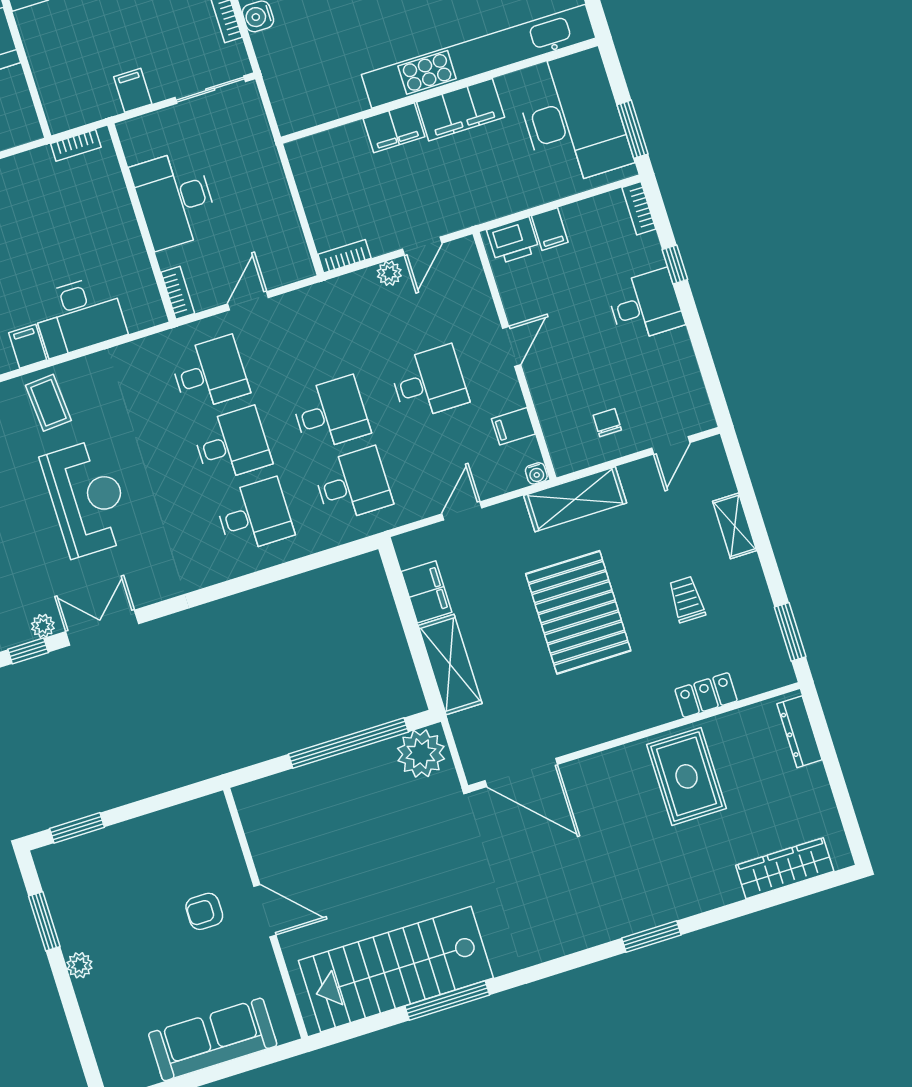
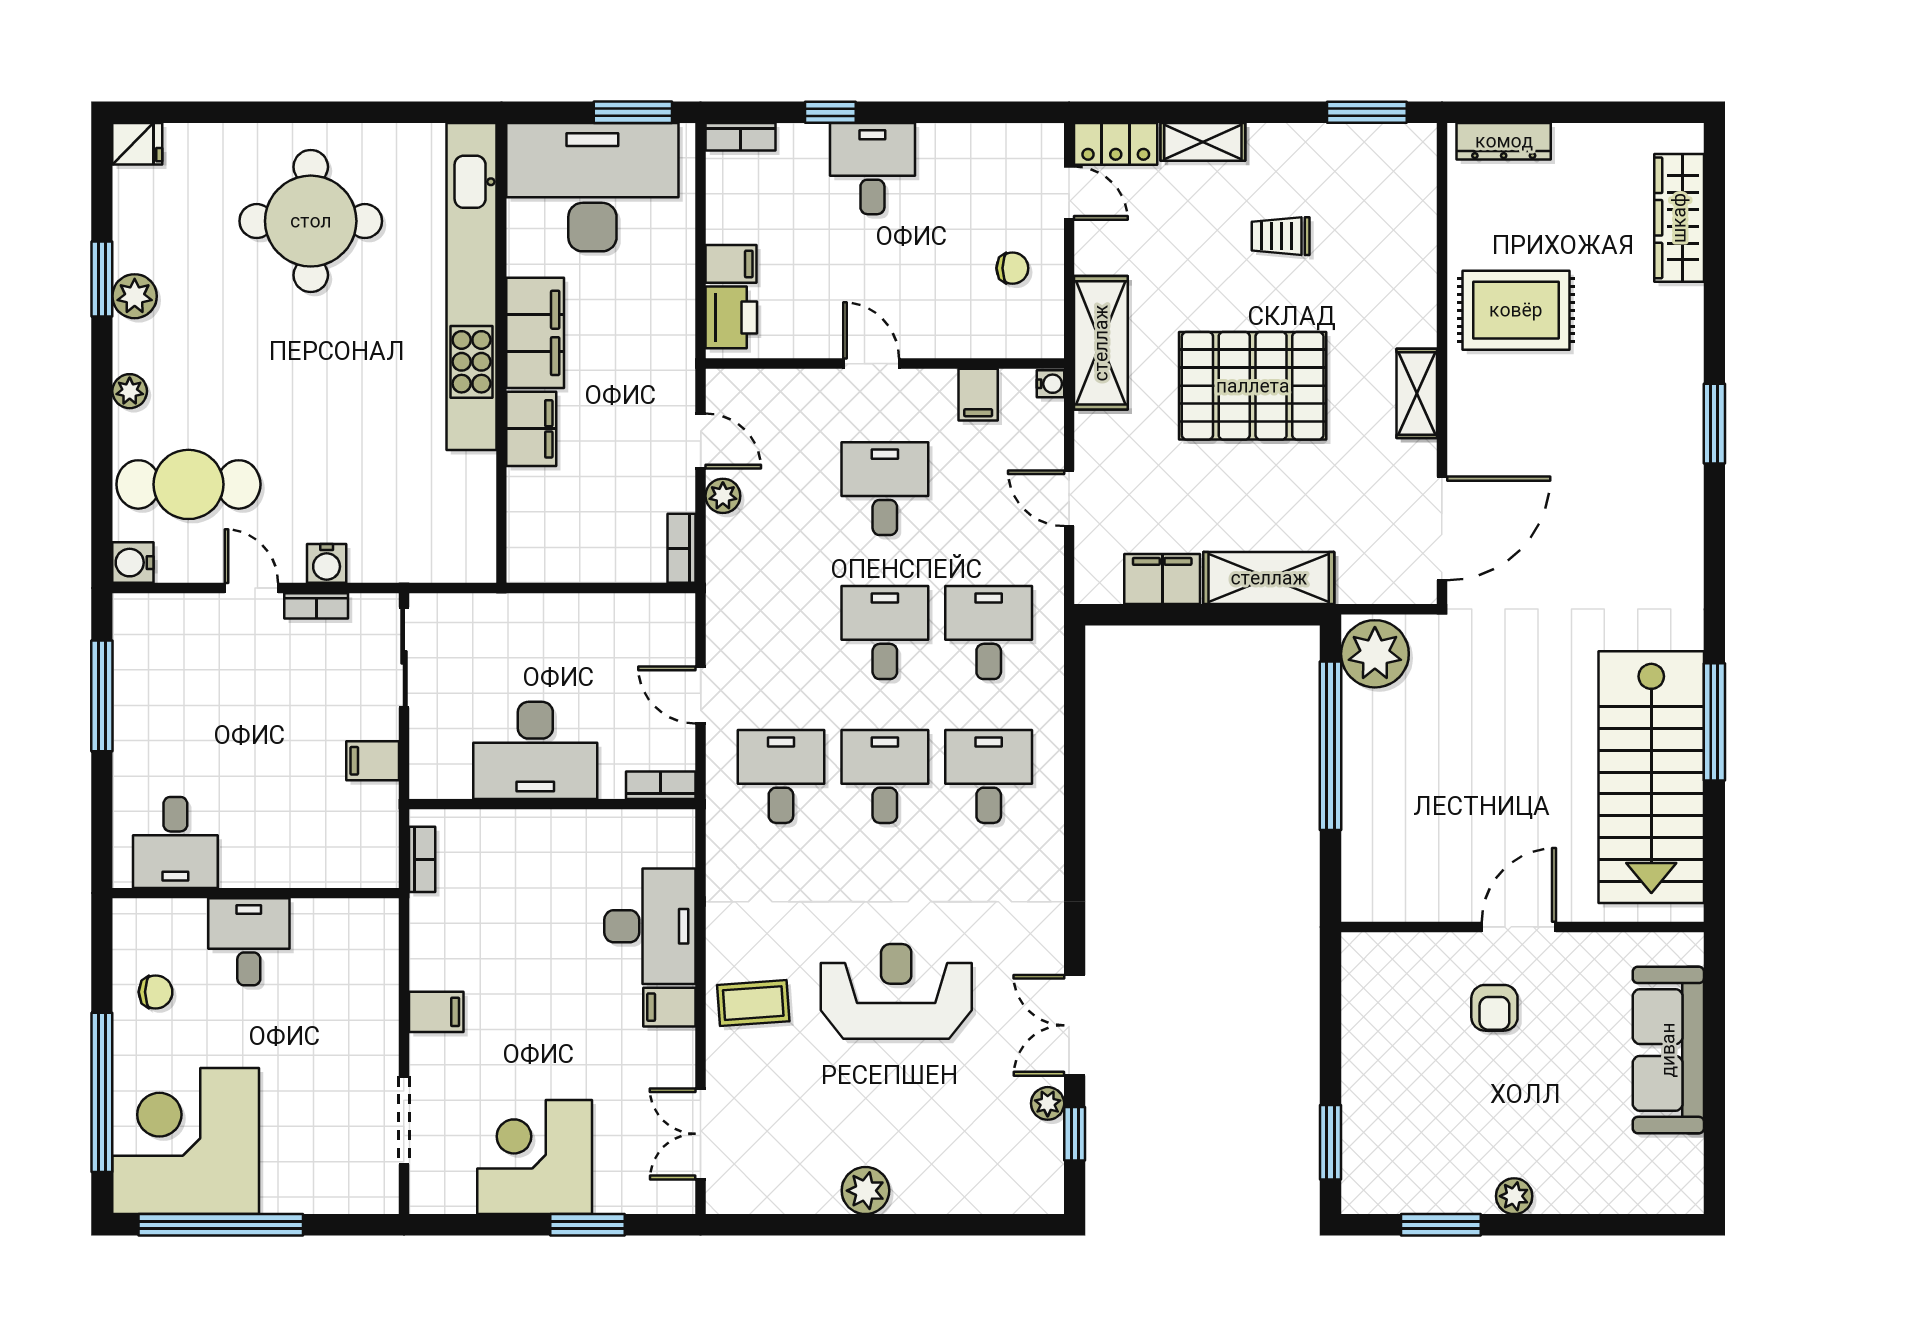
chair: (607, 423) -> (1012, 268), turned 180
locker: (706, 695) -> (1116, 144), moved, turned -90
shelving: (608, 726) -> (1417, 393), added

